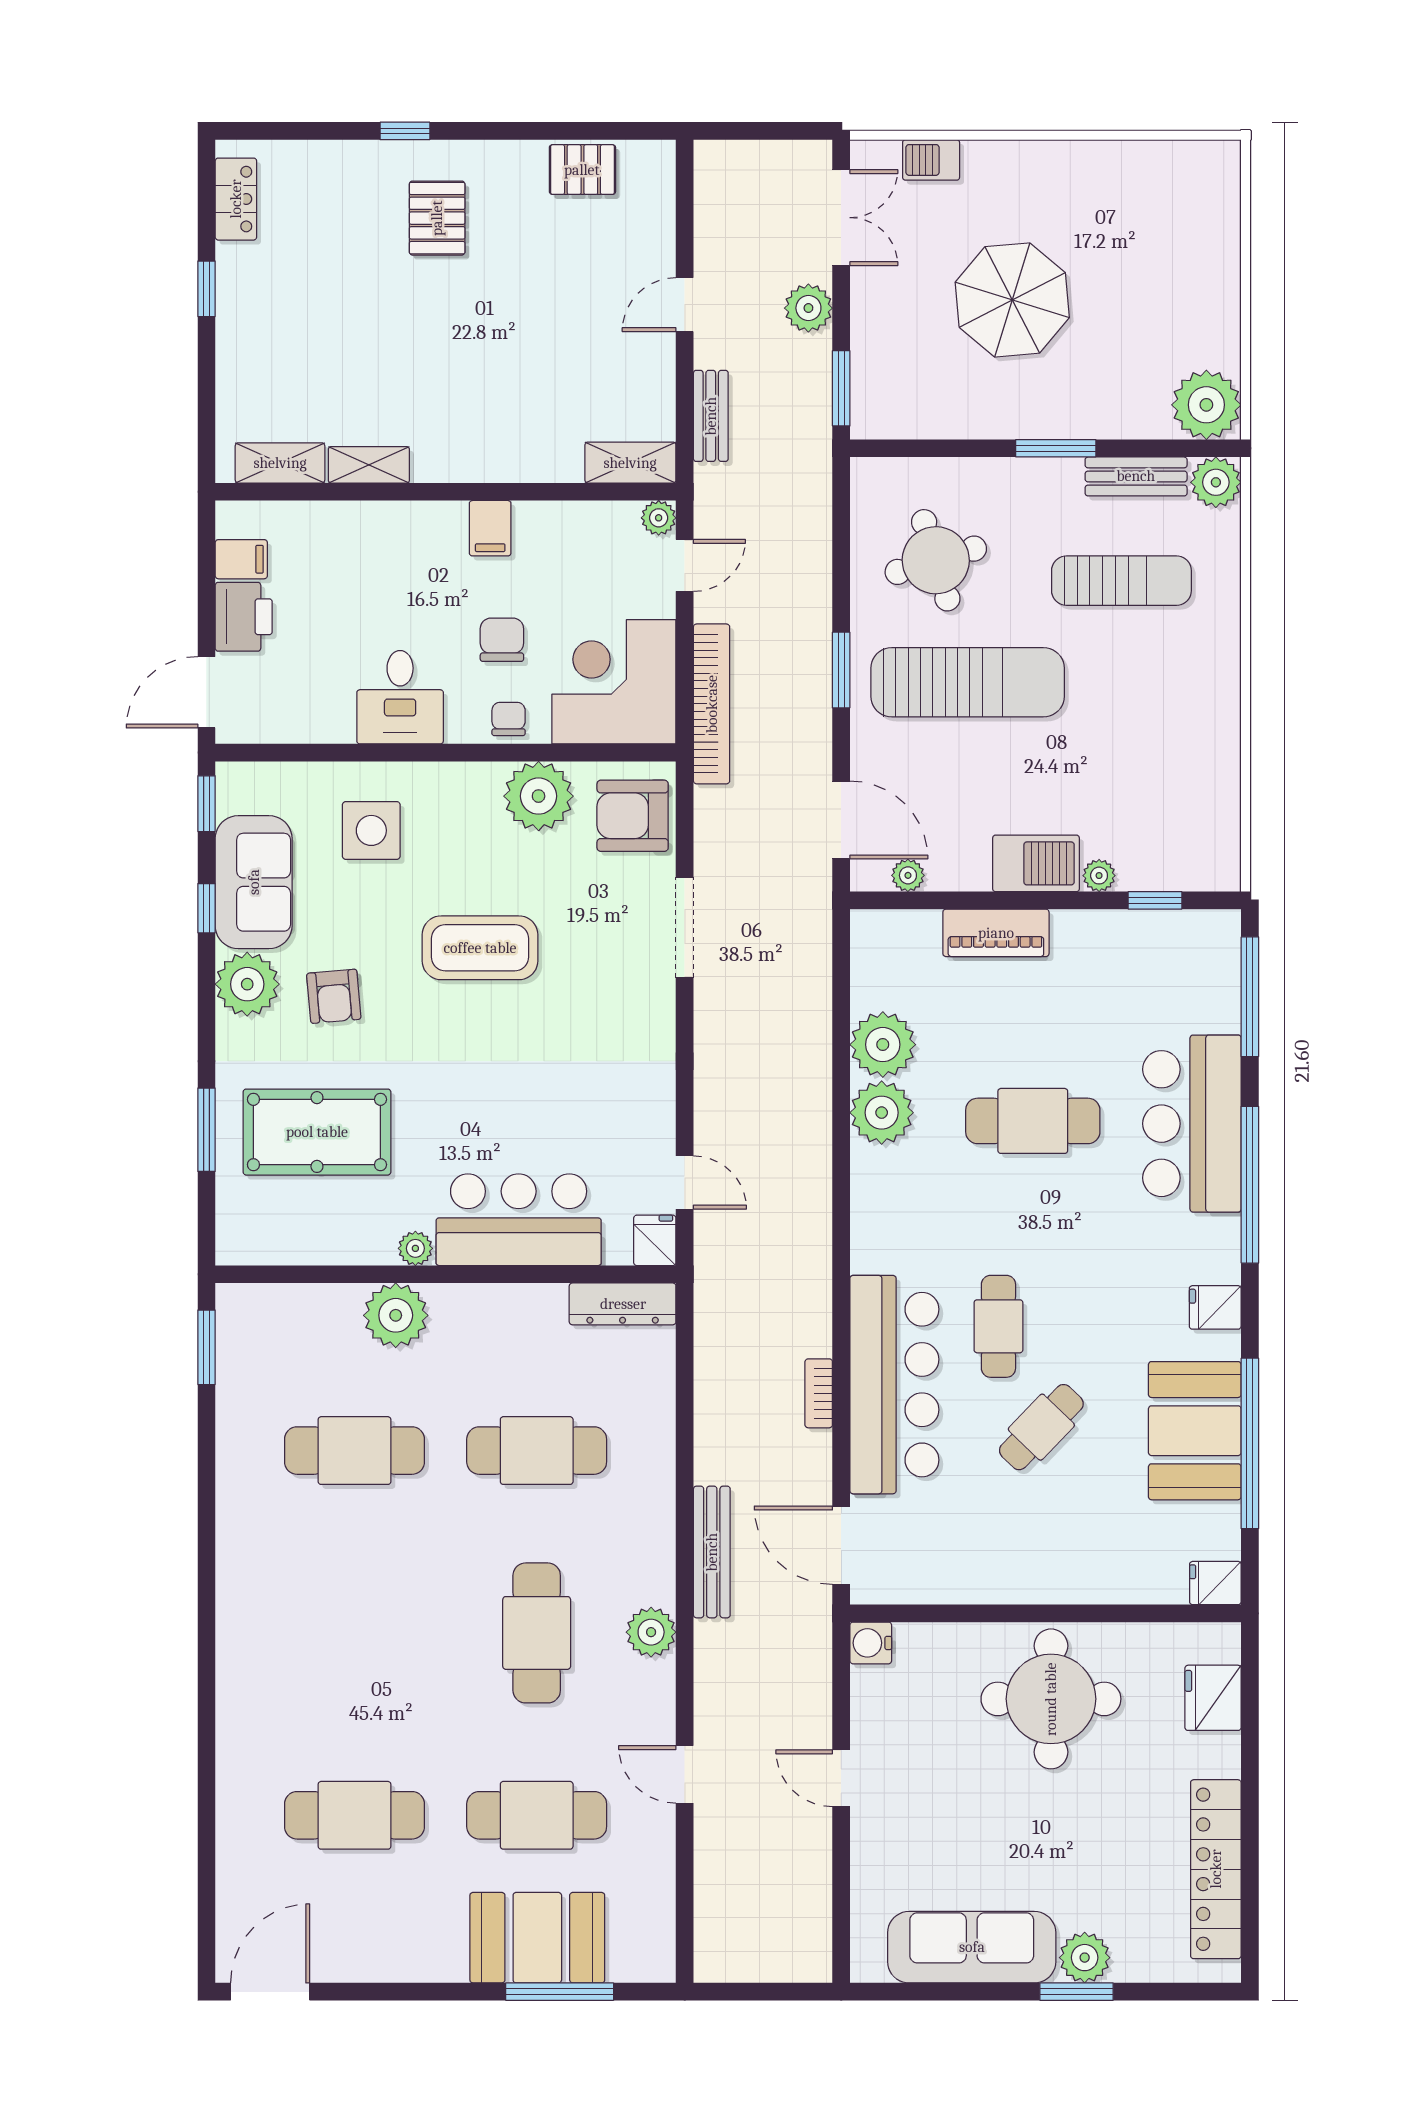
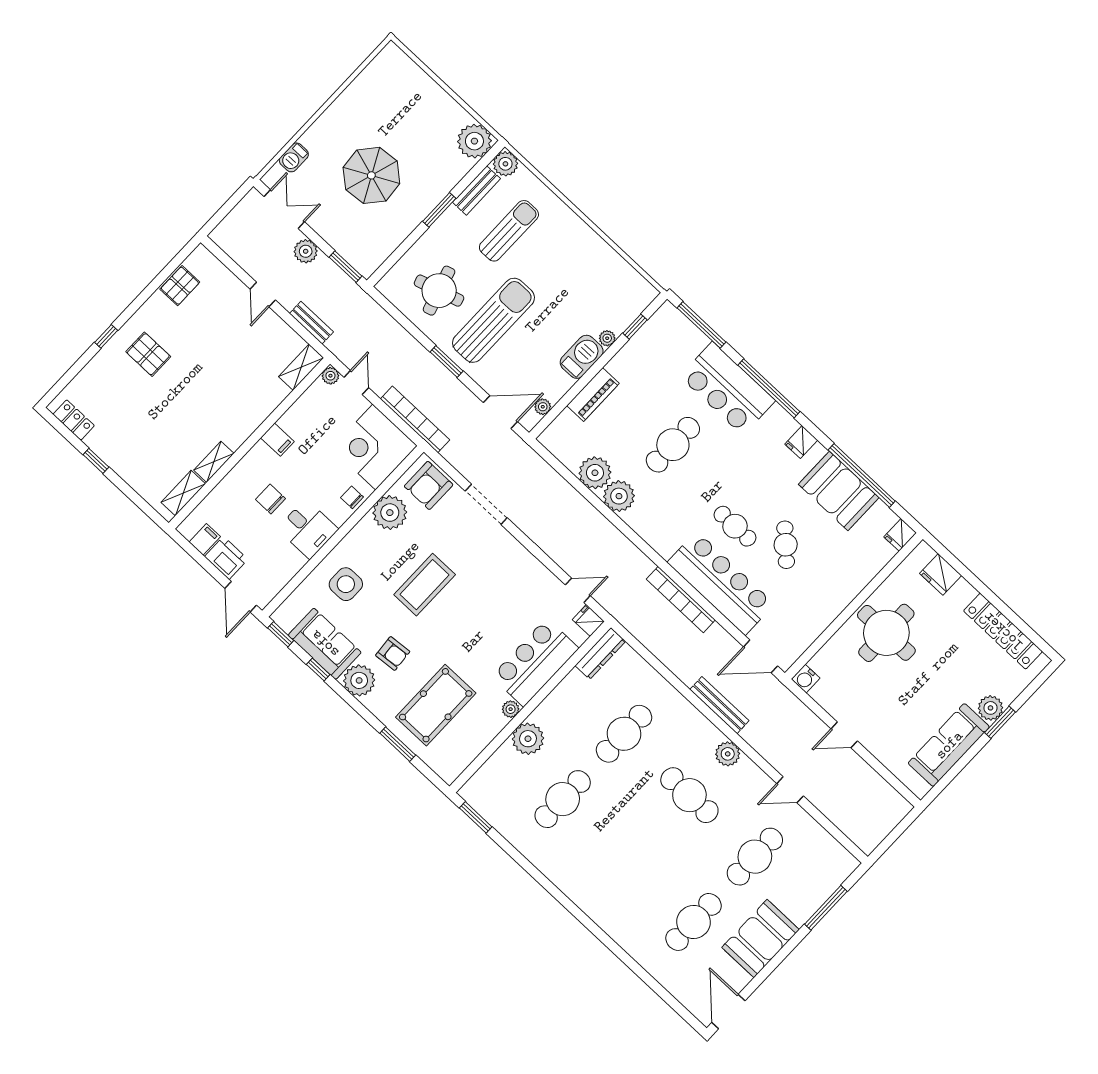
chair: (502, 640) -> (270, 499), moved
bookcase: (819, 1393) -> (681, 600), width x2.31, depth x1.31
booth: (537, 1938) -> (761, 939), moved

